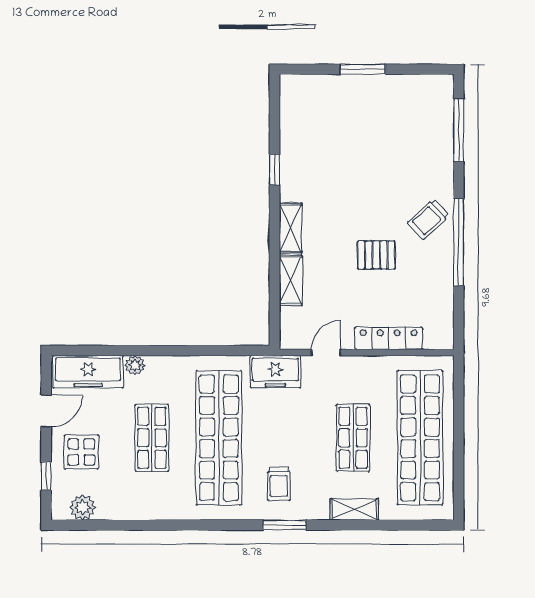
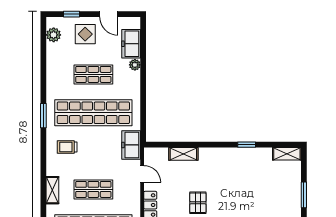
shelving: (291, 228) -> (287, 154), moved
freezer: (88, 372) -> (131, 44), width x0.71
window: (284, 525) -> (43, 116), moved

